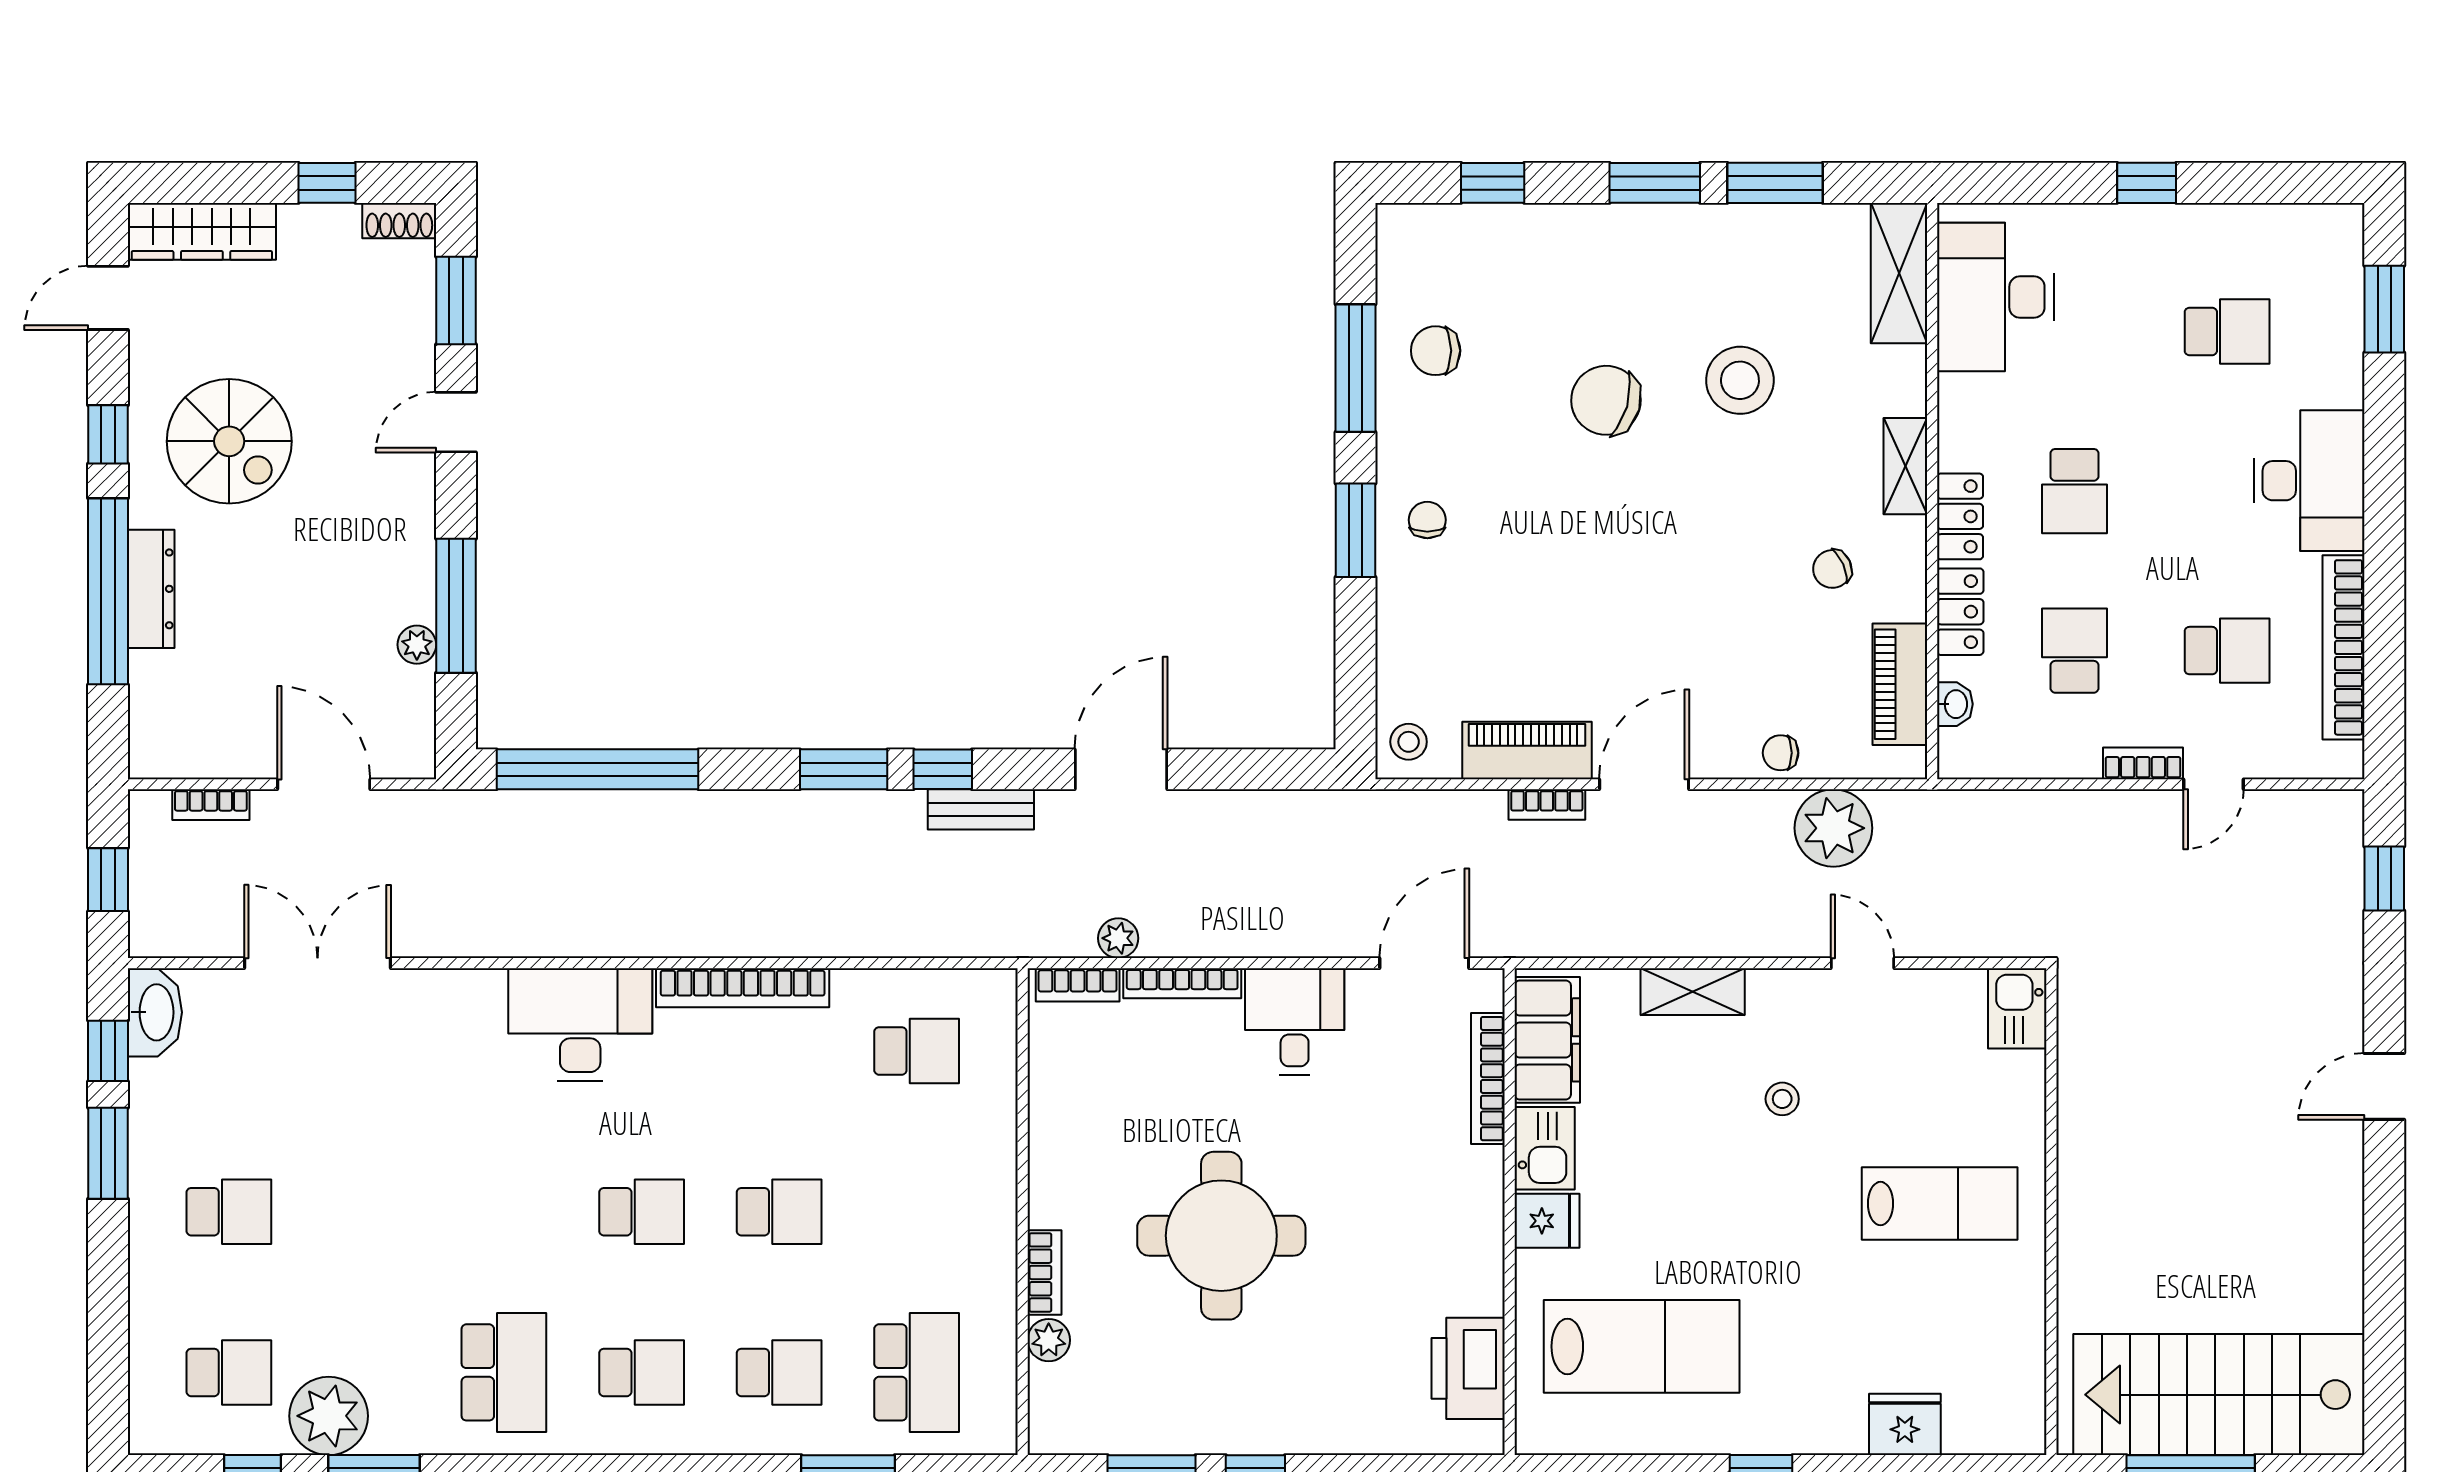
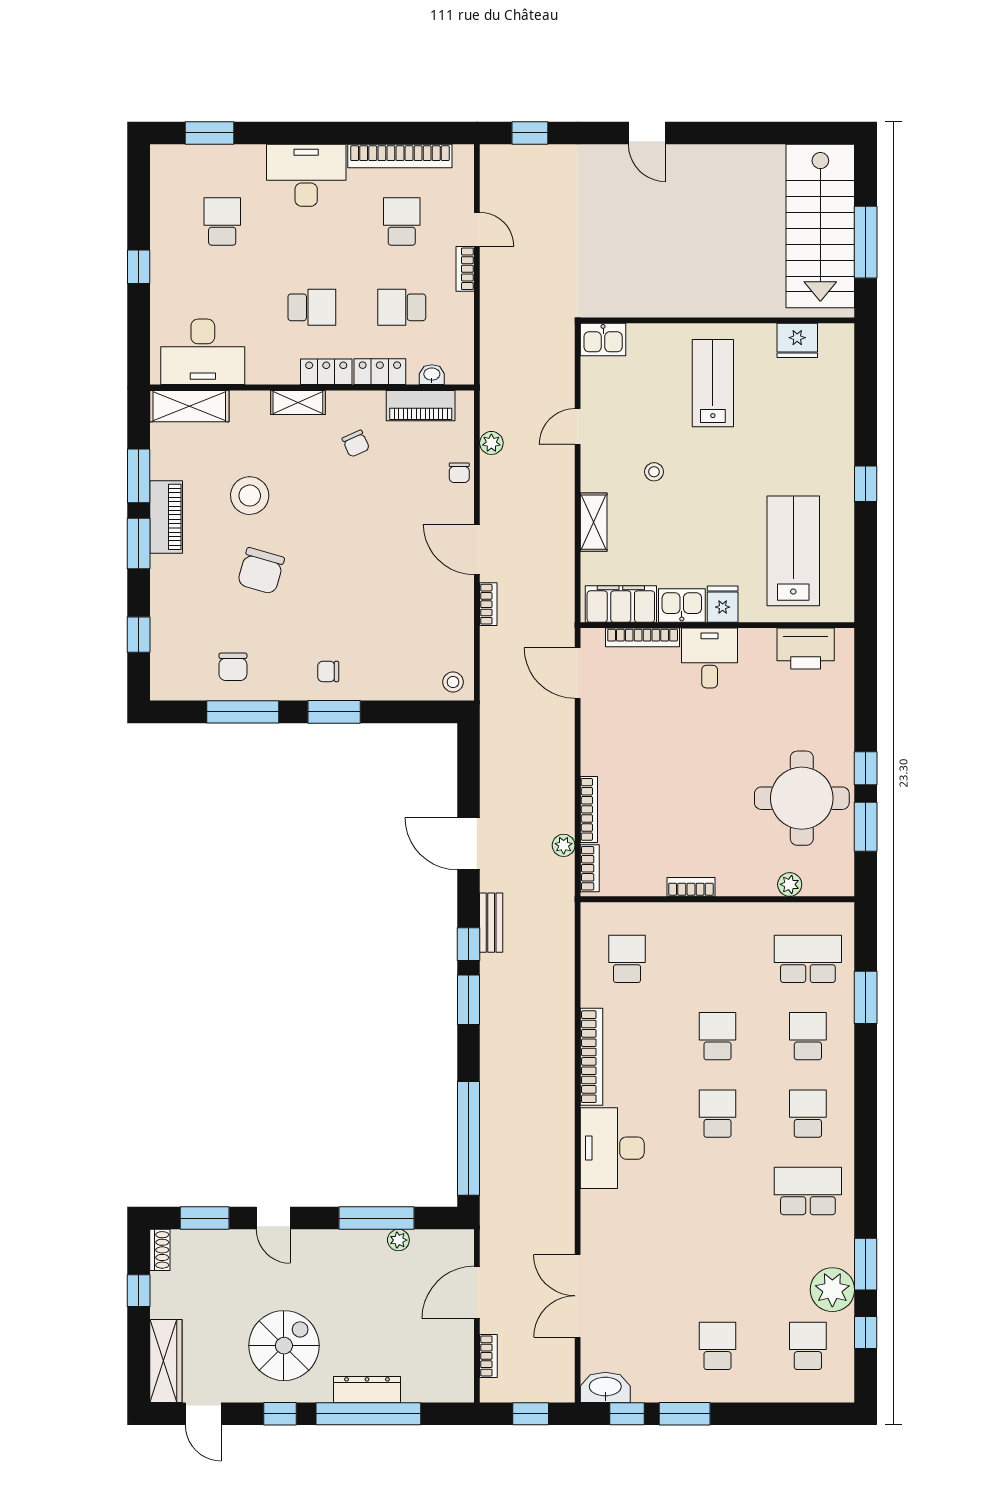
piano: (1527, 750) -> (166, 517), moved, turned 180
plant: (1833, 828) -> (491, 443), width x0.53, depth x0.53
desk: (1295, 1022) -> (710, 658), moved, turned 90
round table: (1221, 1236) -> (802, 798), moved
bookcase: (1044, 1272) -> (691, 887), moved
fridge: (1905, 1424) -> (797, 340), moved, turned -90

